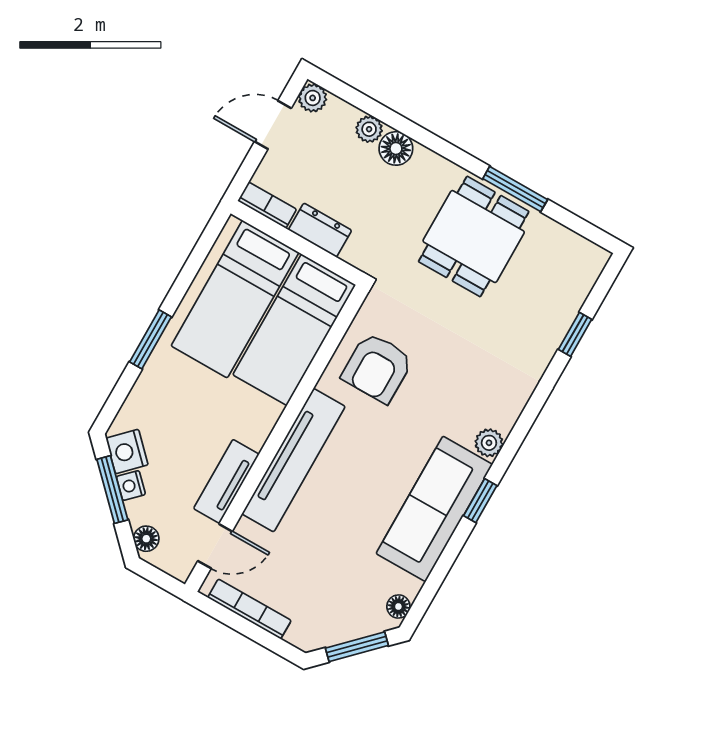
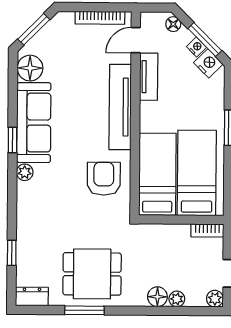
dresser: (320, 230) -> (32, 297), moved, turned 180
dining table: (474, 236) -> (92, 274), turned 90
floor lamp: (398, 607) -> (30, 68), width x1.89, depth x1.89

